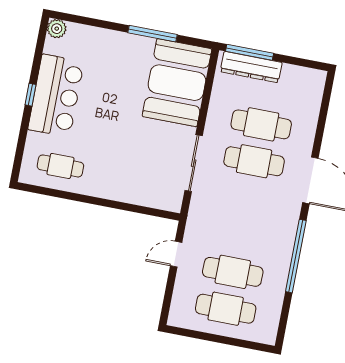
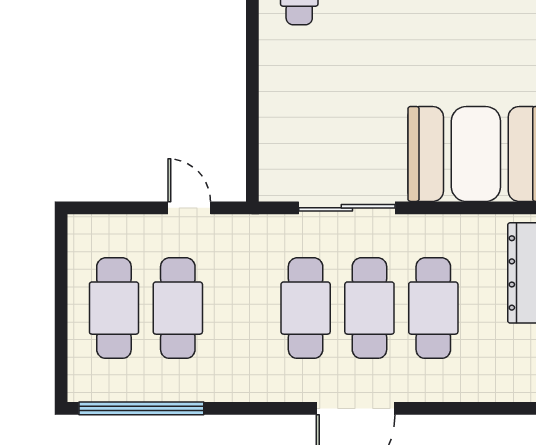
cafe table: (247, 198) -> (306, 308), added
window: (296, 256) -> (141, 408), moved

